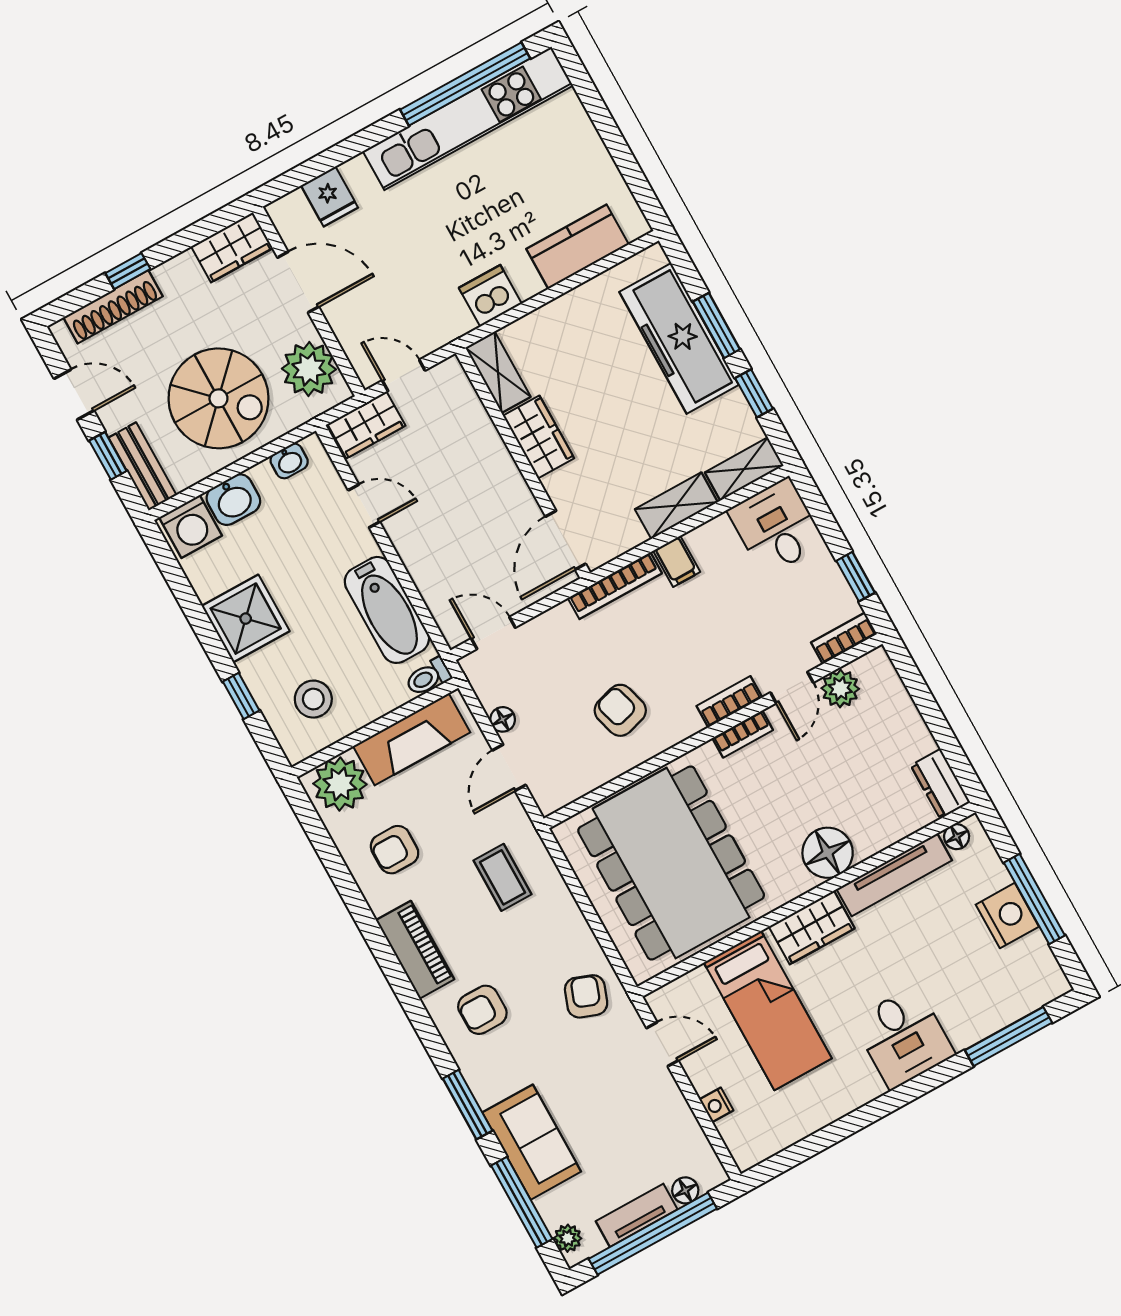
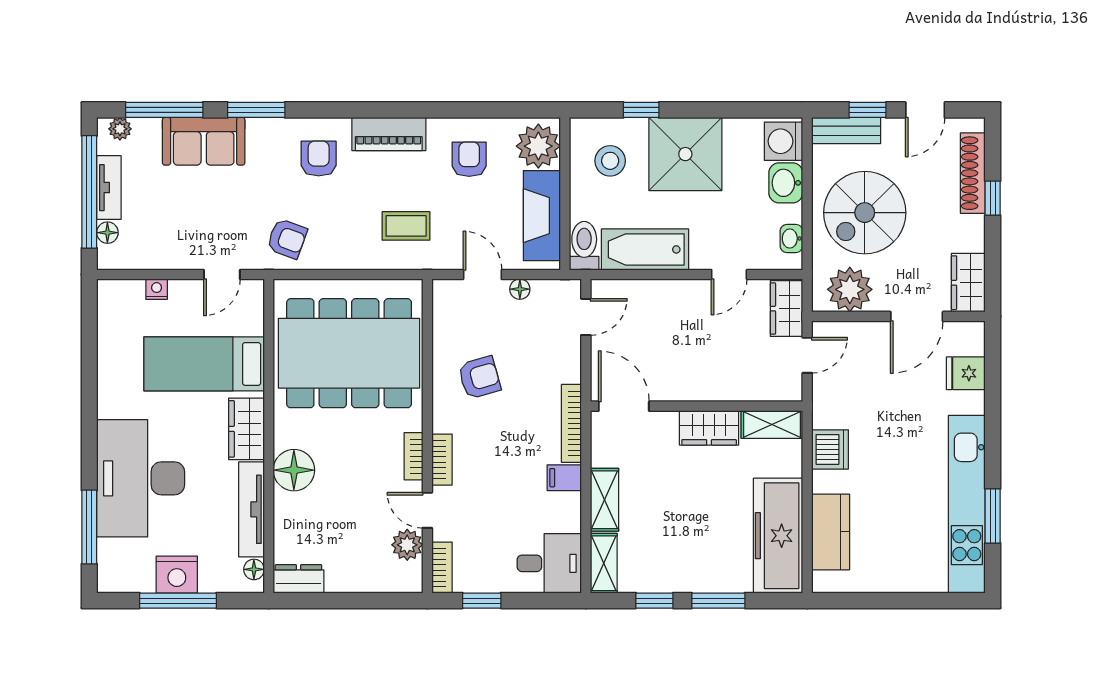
window: (465, 84) -> (993, 516), width x0.47
freezer: (679, 338) -> (778, 536), moved, turned -90
shower: (246, 619) -> (685, 154), width x1.37, depth x1.37
toilet: (428, 677) -> (584, 246), width x1.37, depth x1.39
desk: (904, 1037) -> (141, 478), width x1.87, depth x1.30

